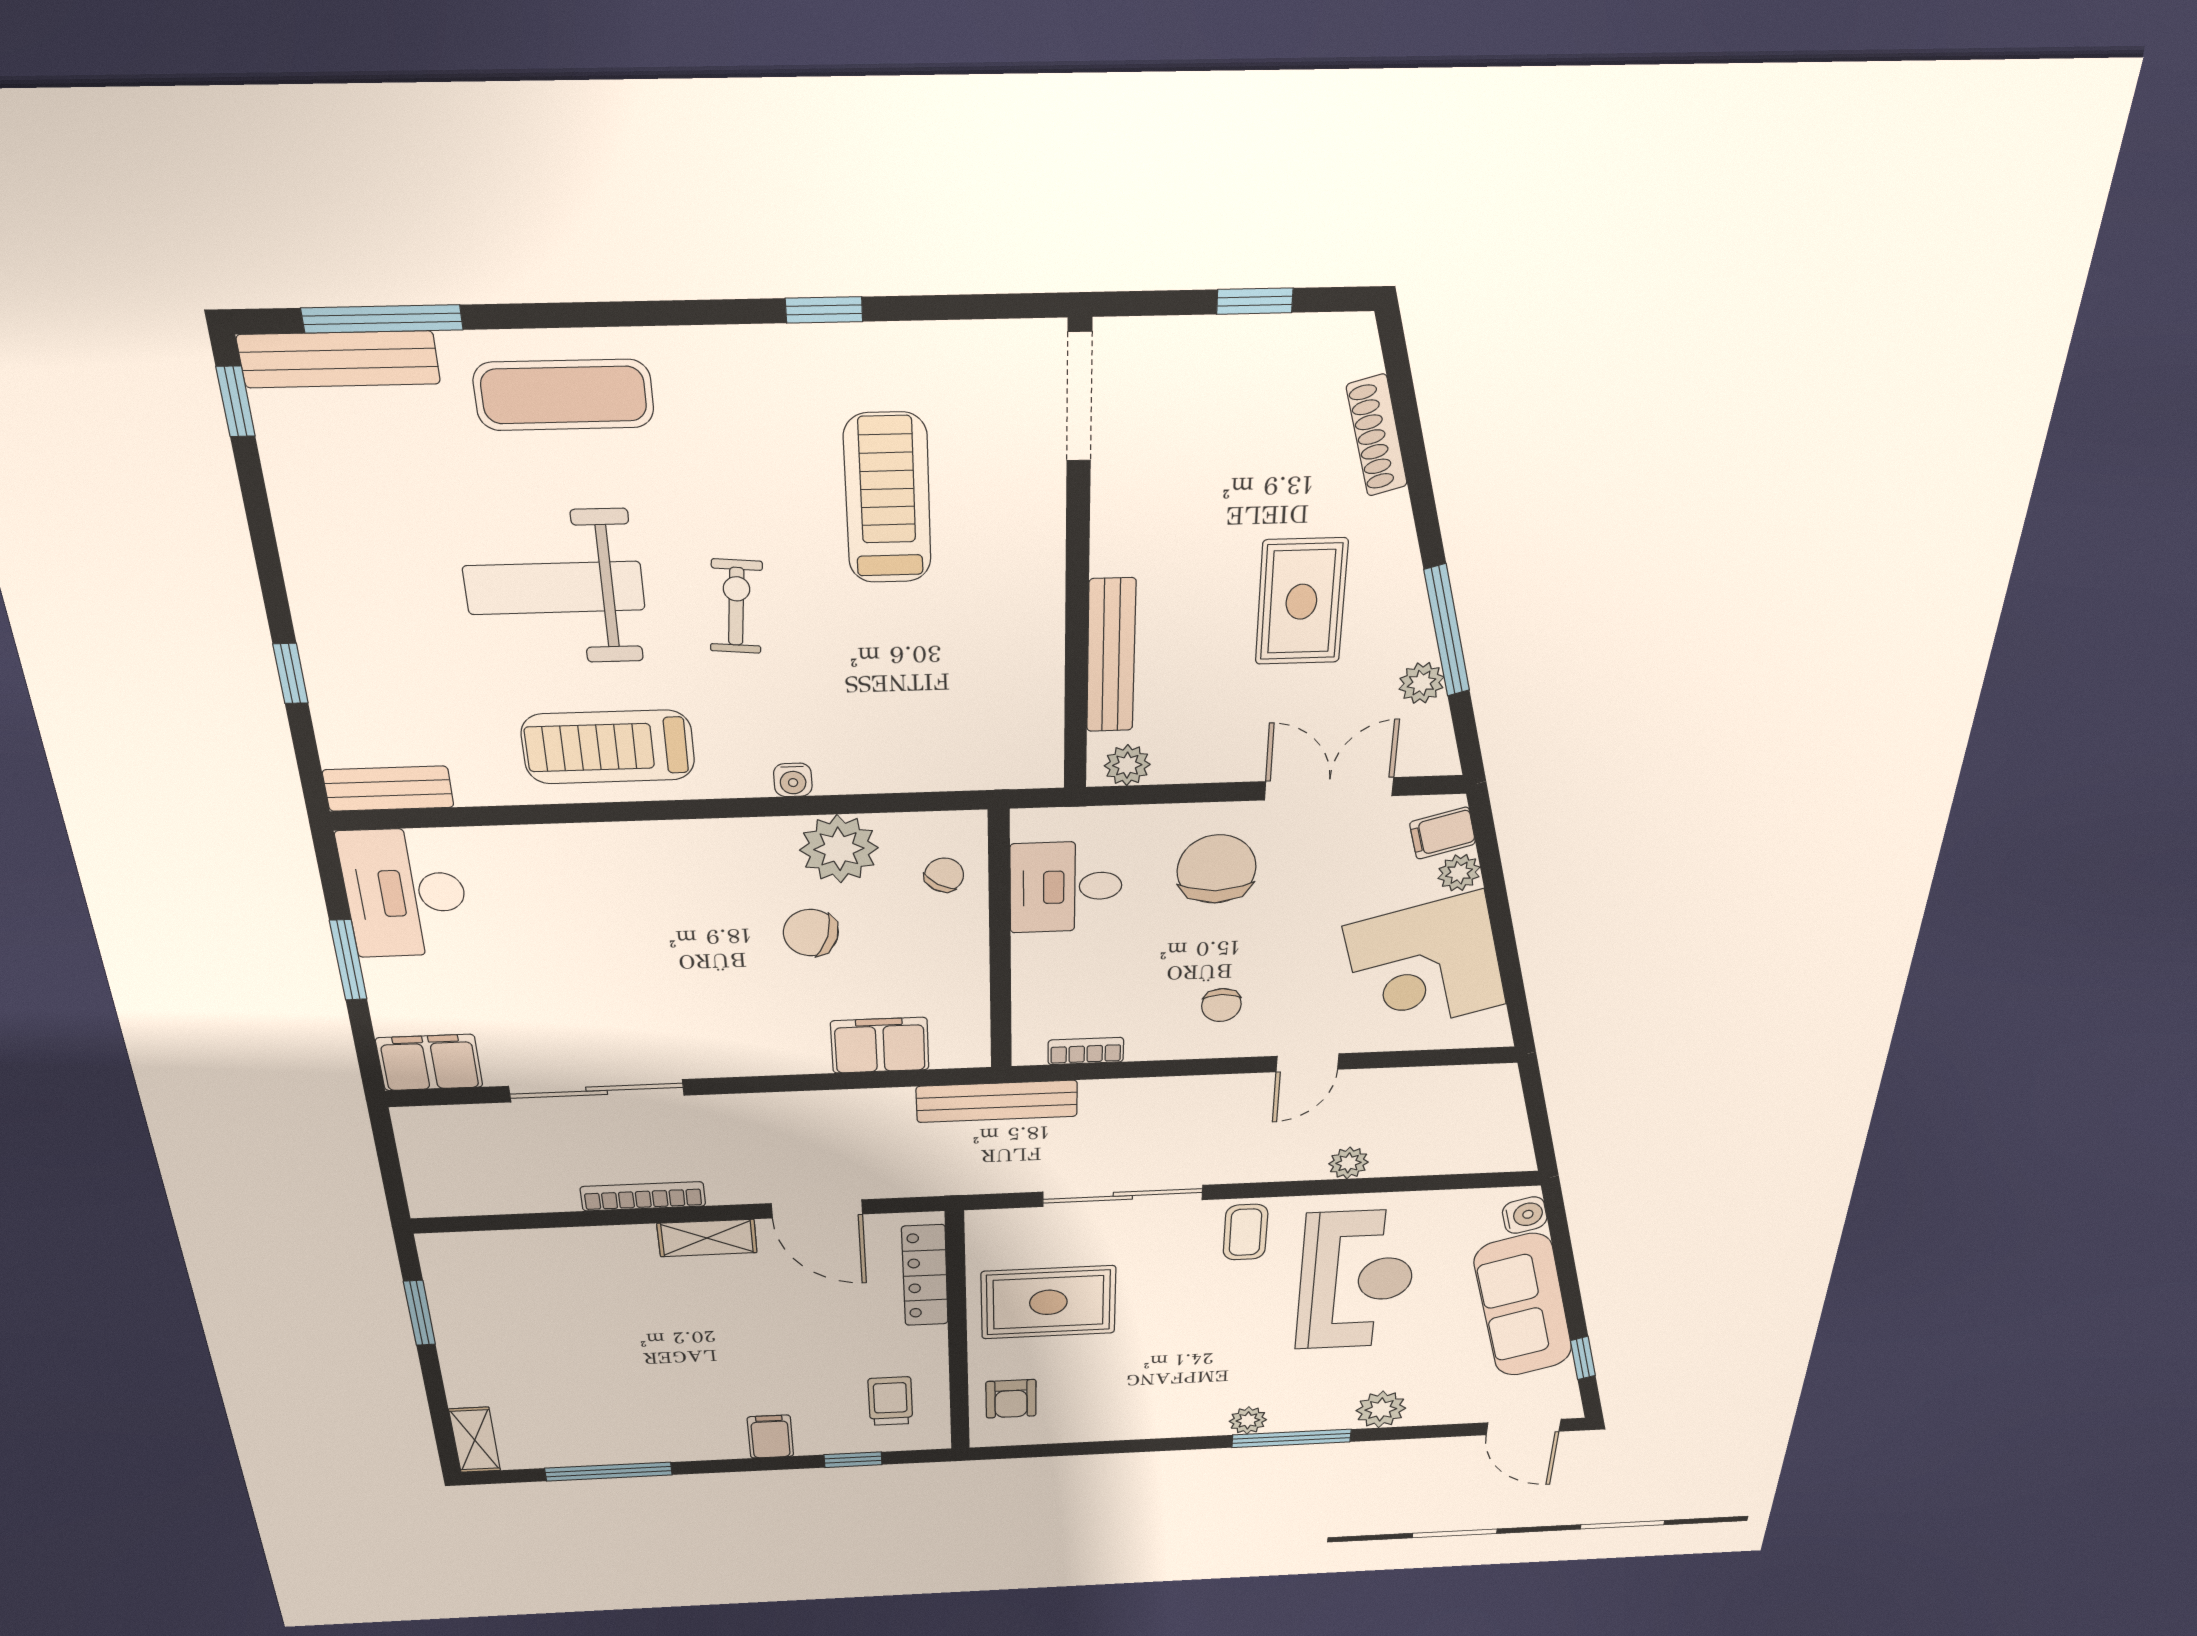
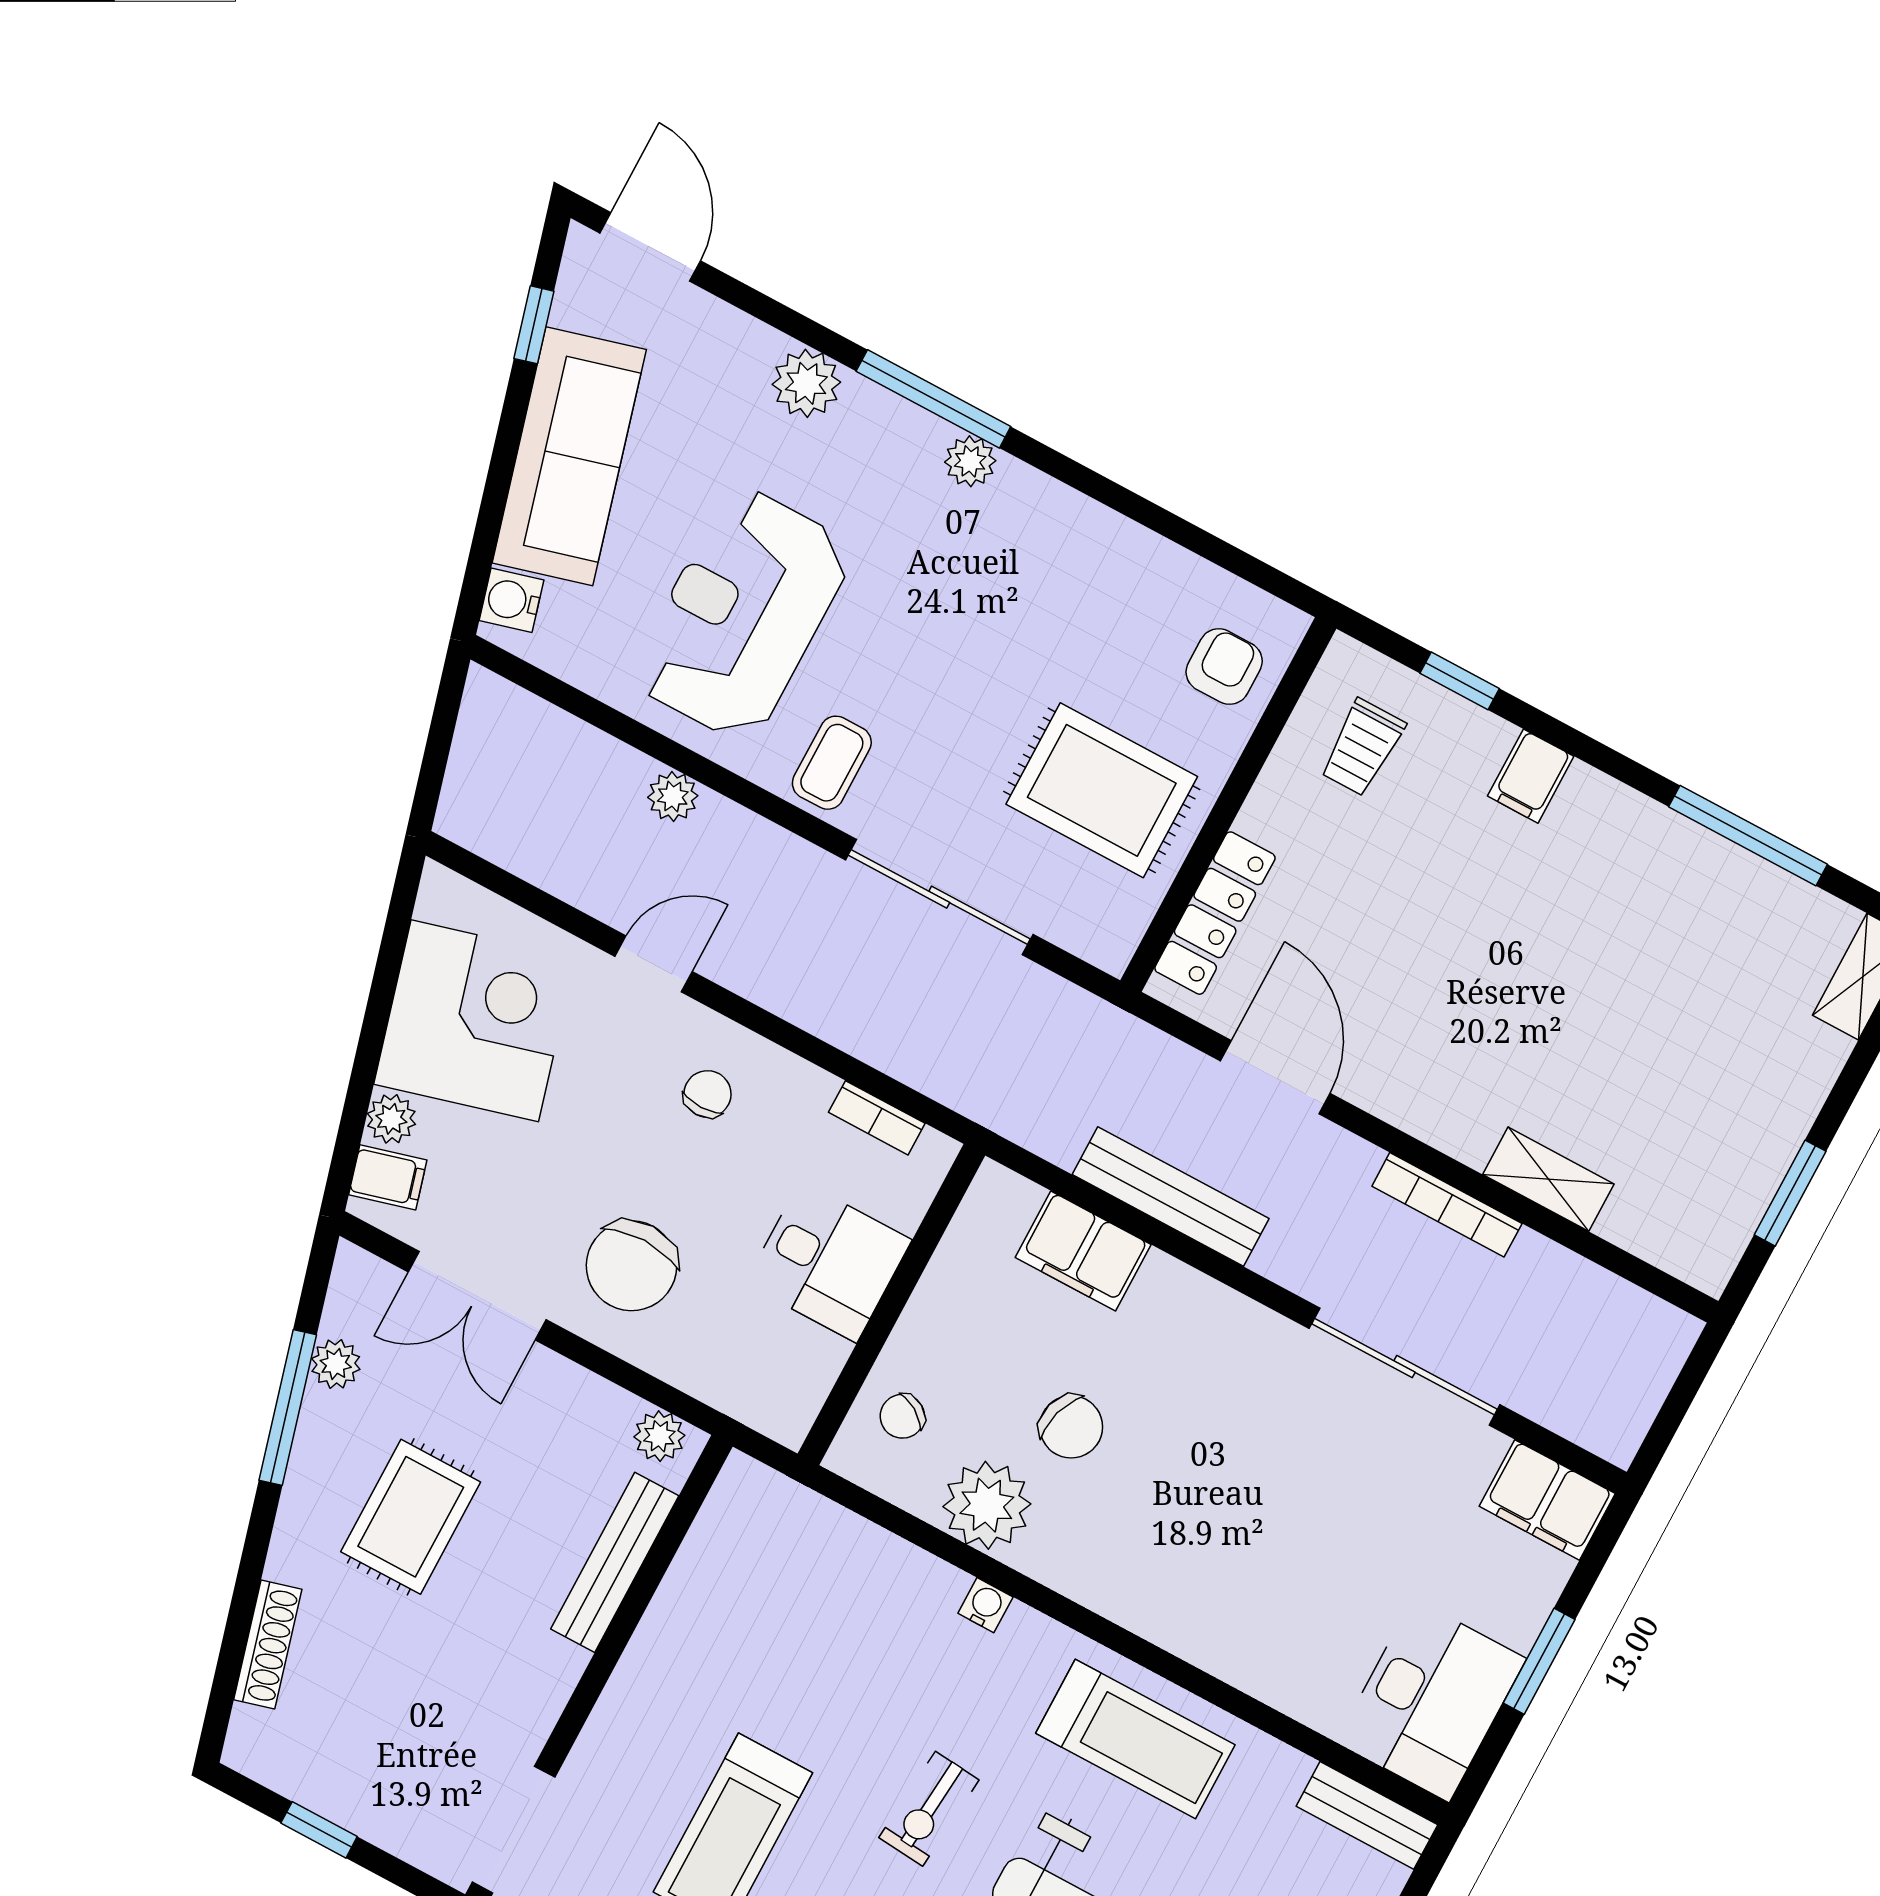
desk: (1066, 887) -> (828, 1262), moved
bench: (997, 1101) -> (1171, 1197), moved
shelving: (707, 1238) -> (1548, 1179), moved

